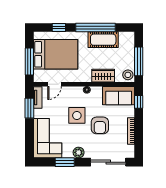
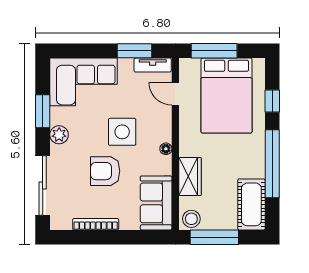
cot: (103, 40) -> (251, 204), moved
window: (139, 102) -> (145, 237), removed

